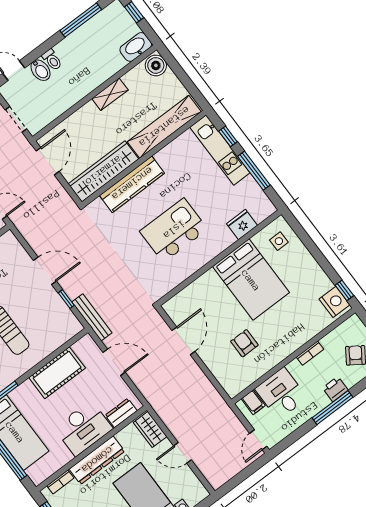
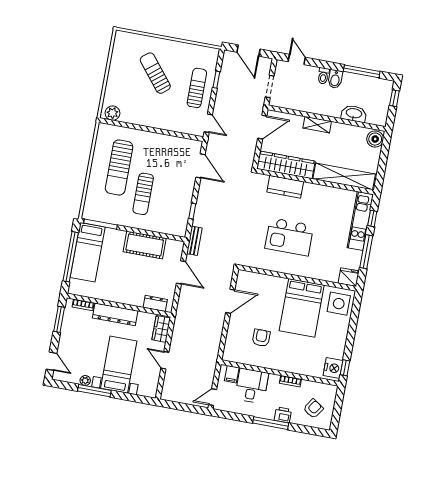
washbasin: (136, 47) -> (354, 114), moved
bidet: (40, 70) -> (335, 79), moved
shelving: (110, 94) -> (317, 125), moved
kitchen counter: (132, 184) -> (285, 187), width x0.67
fridge: (242, 225) -> (349, 277), moved
kitchen island: (174, 230) -> (289, 237), turned 180
side table: (279, 241) -> (339, 304), width x1.87, depth x1.87
door: (45, 271) -> (201, 166), moved
bench: (92, 317) -> (194, 241), width x0.73
desk: (83, 428) -> (126, 290), removed

